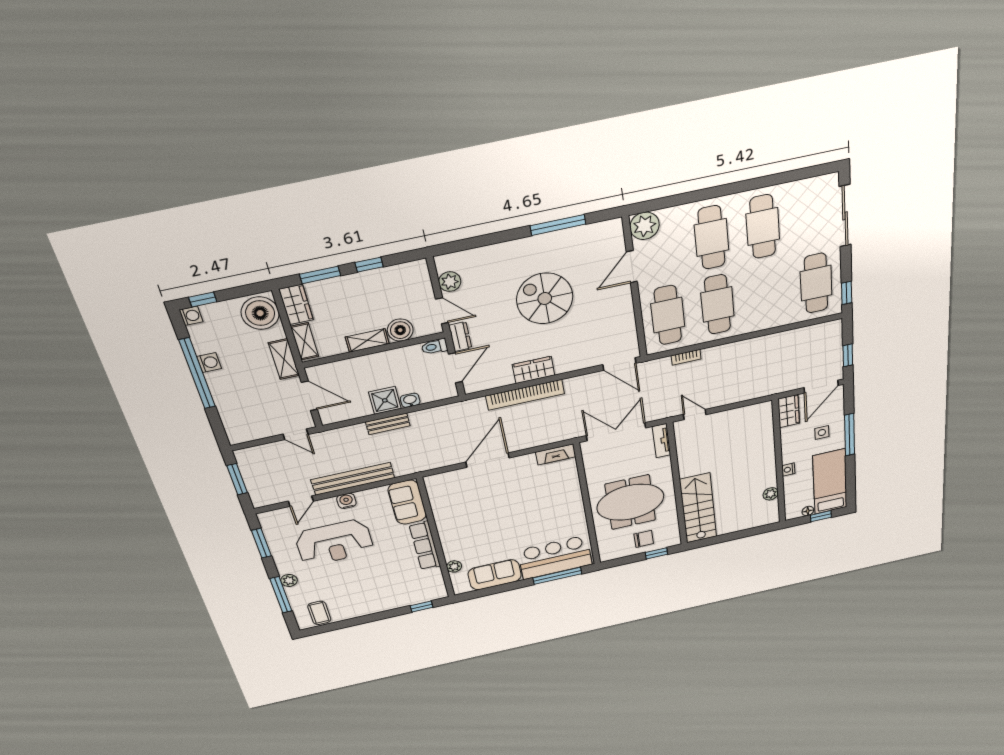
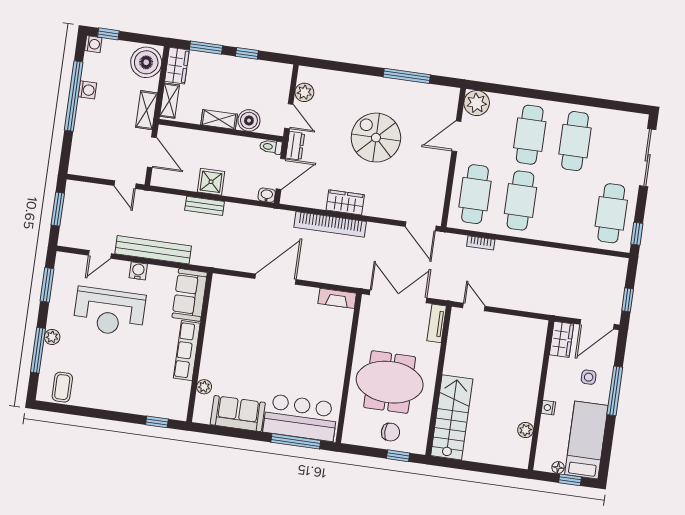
washbasin: (410, 400) -> (267, 195), moved

